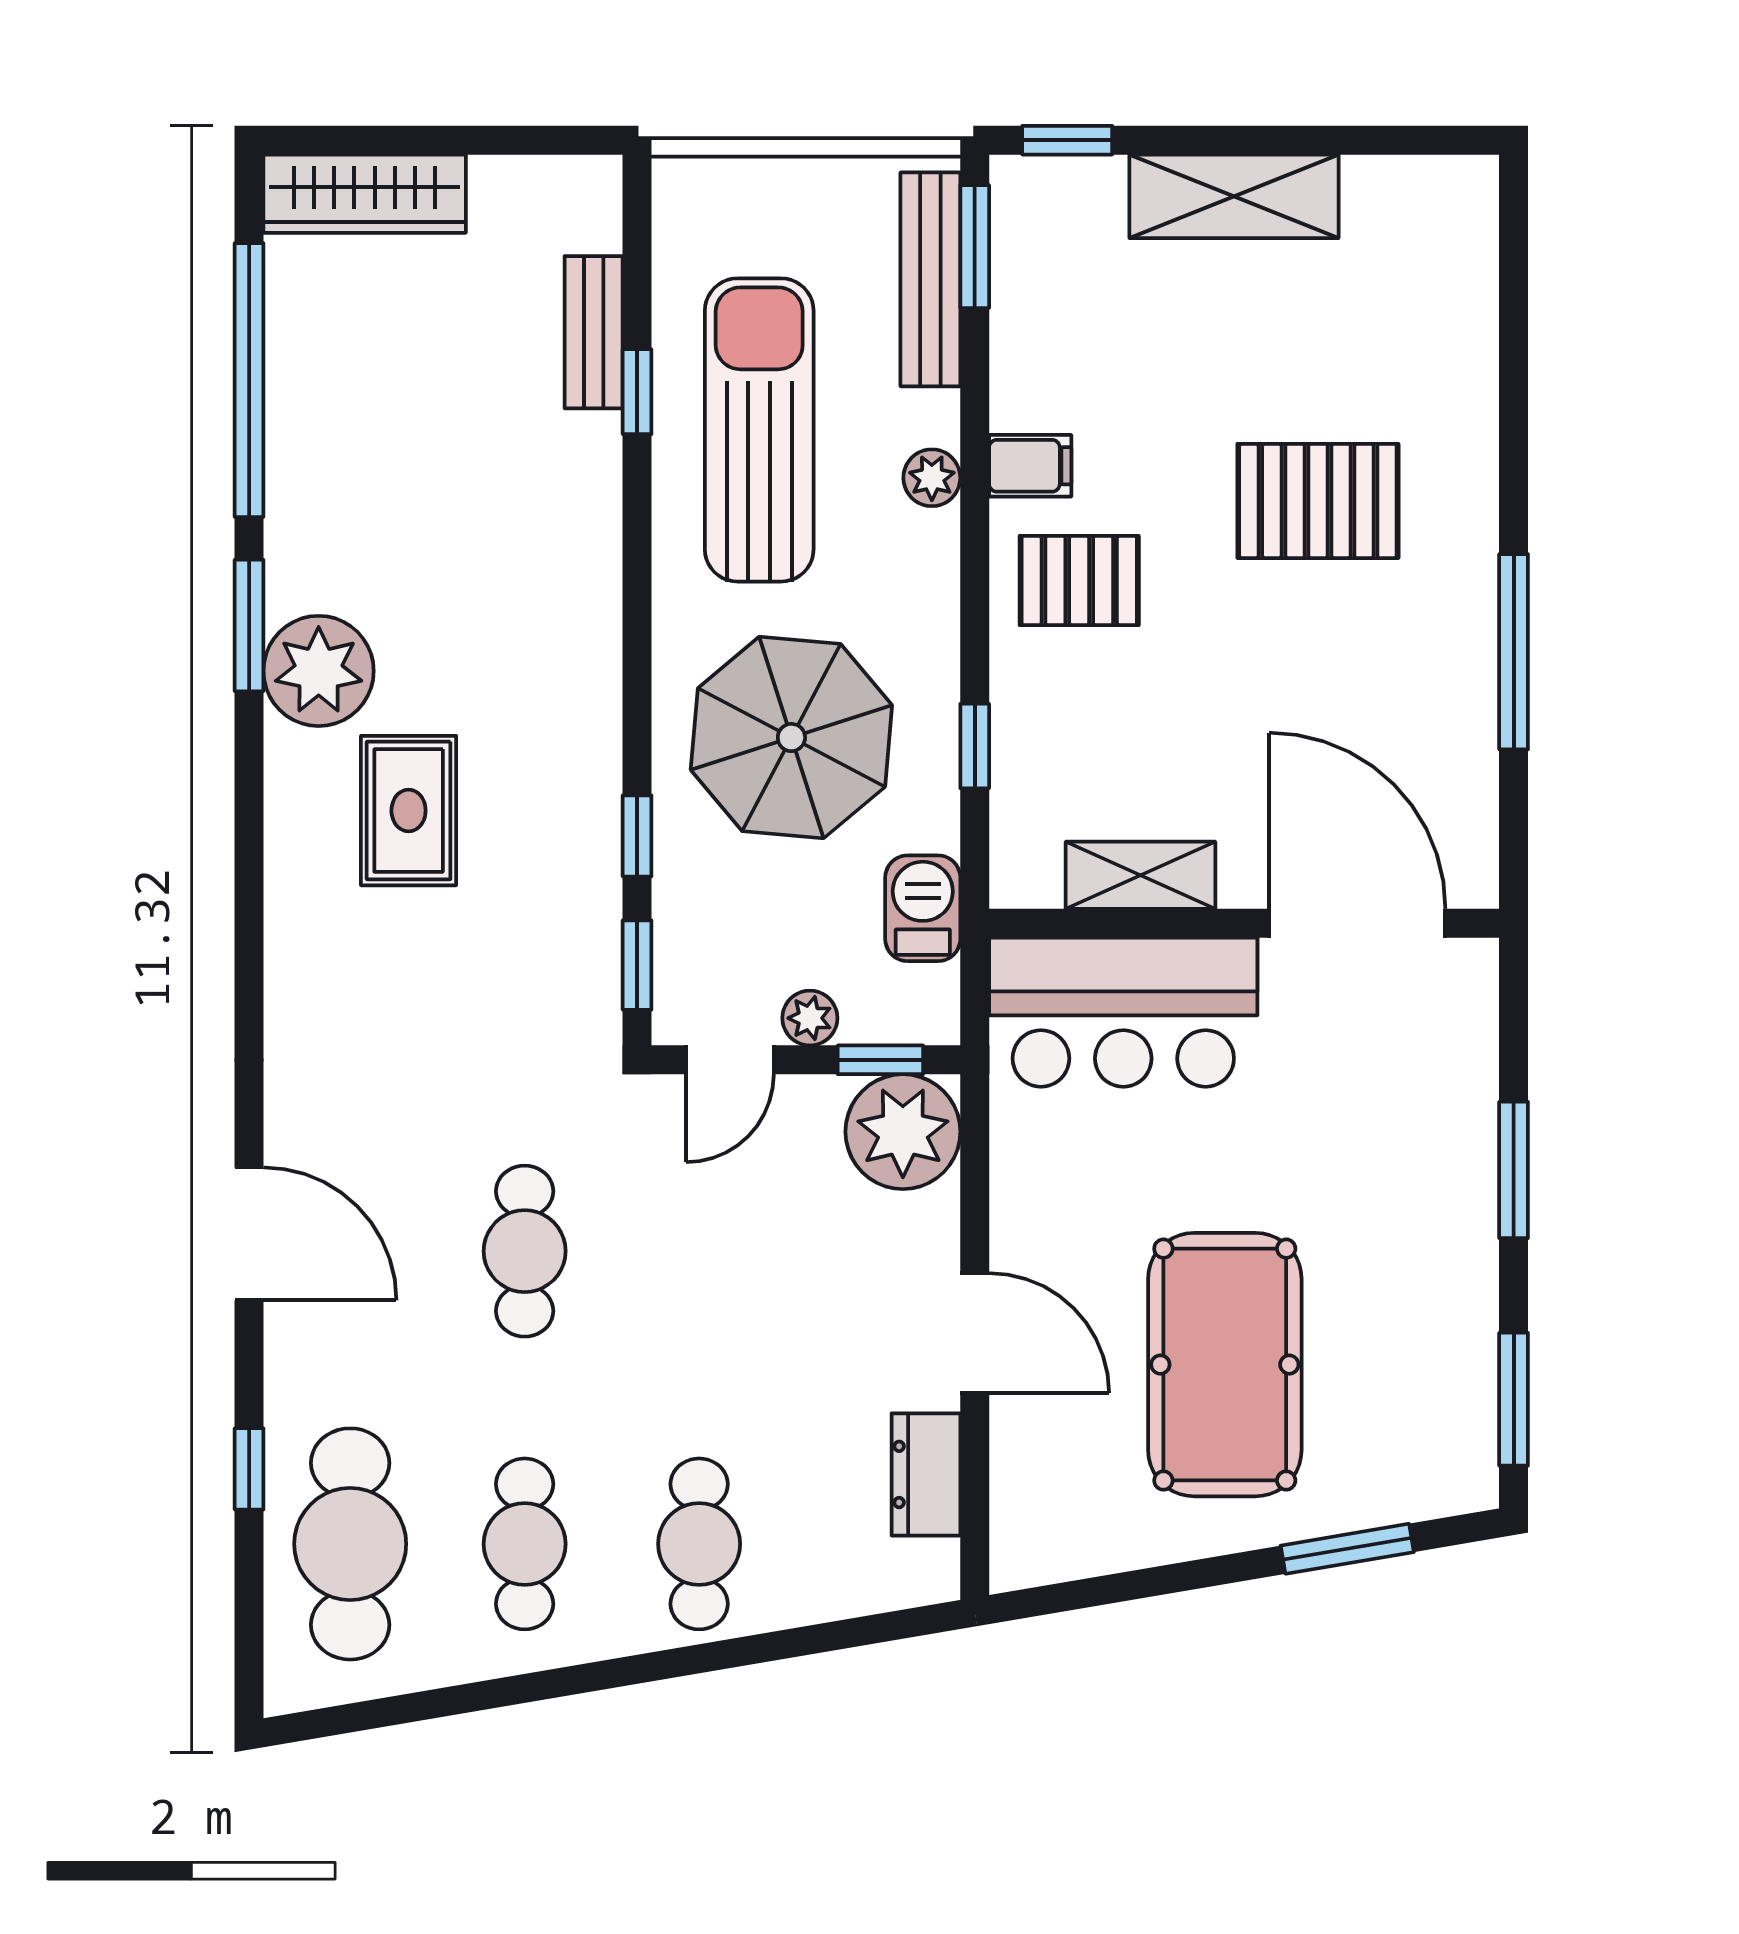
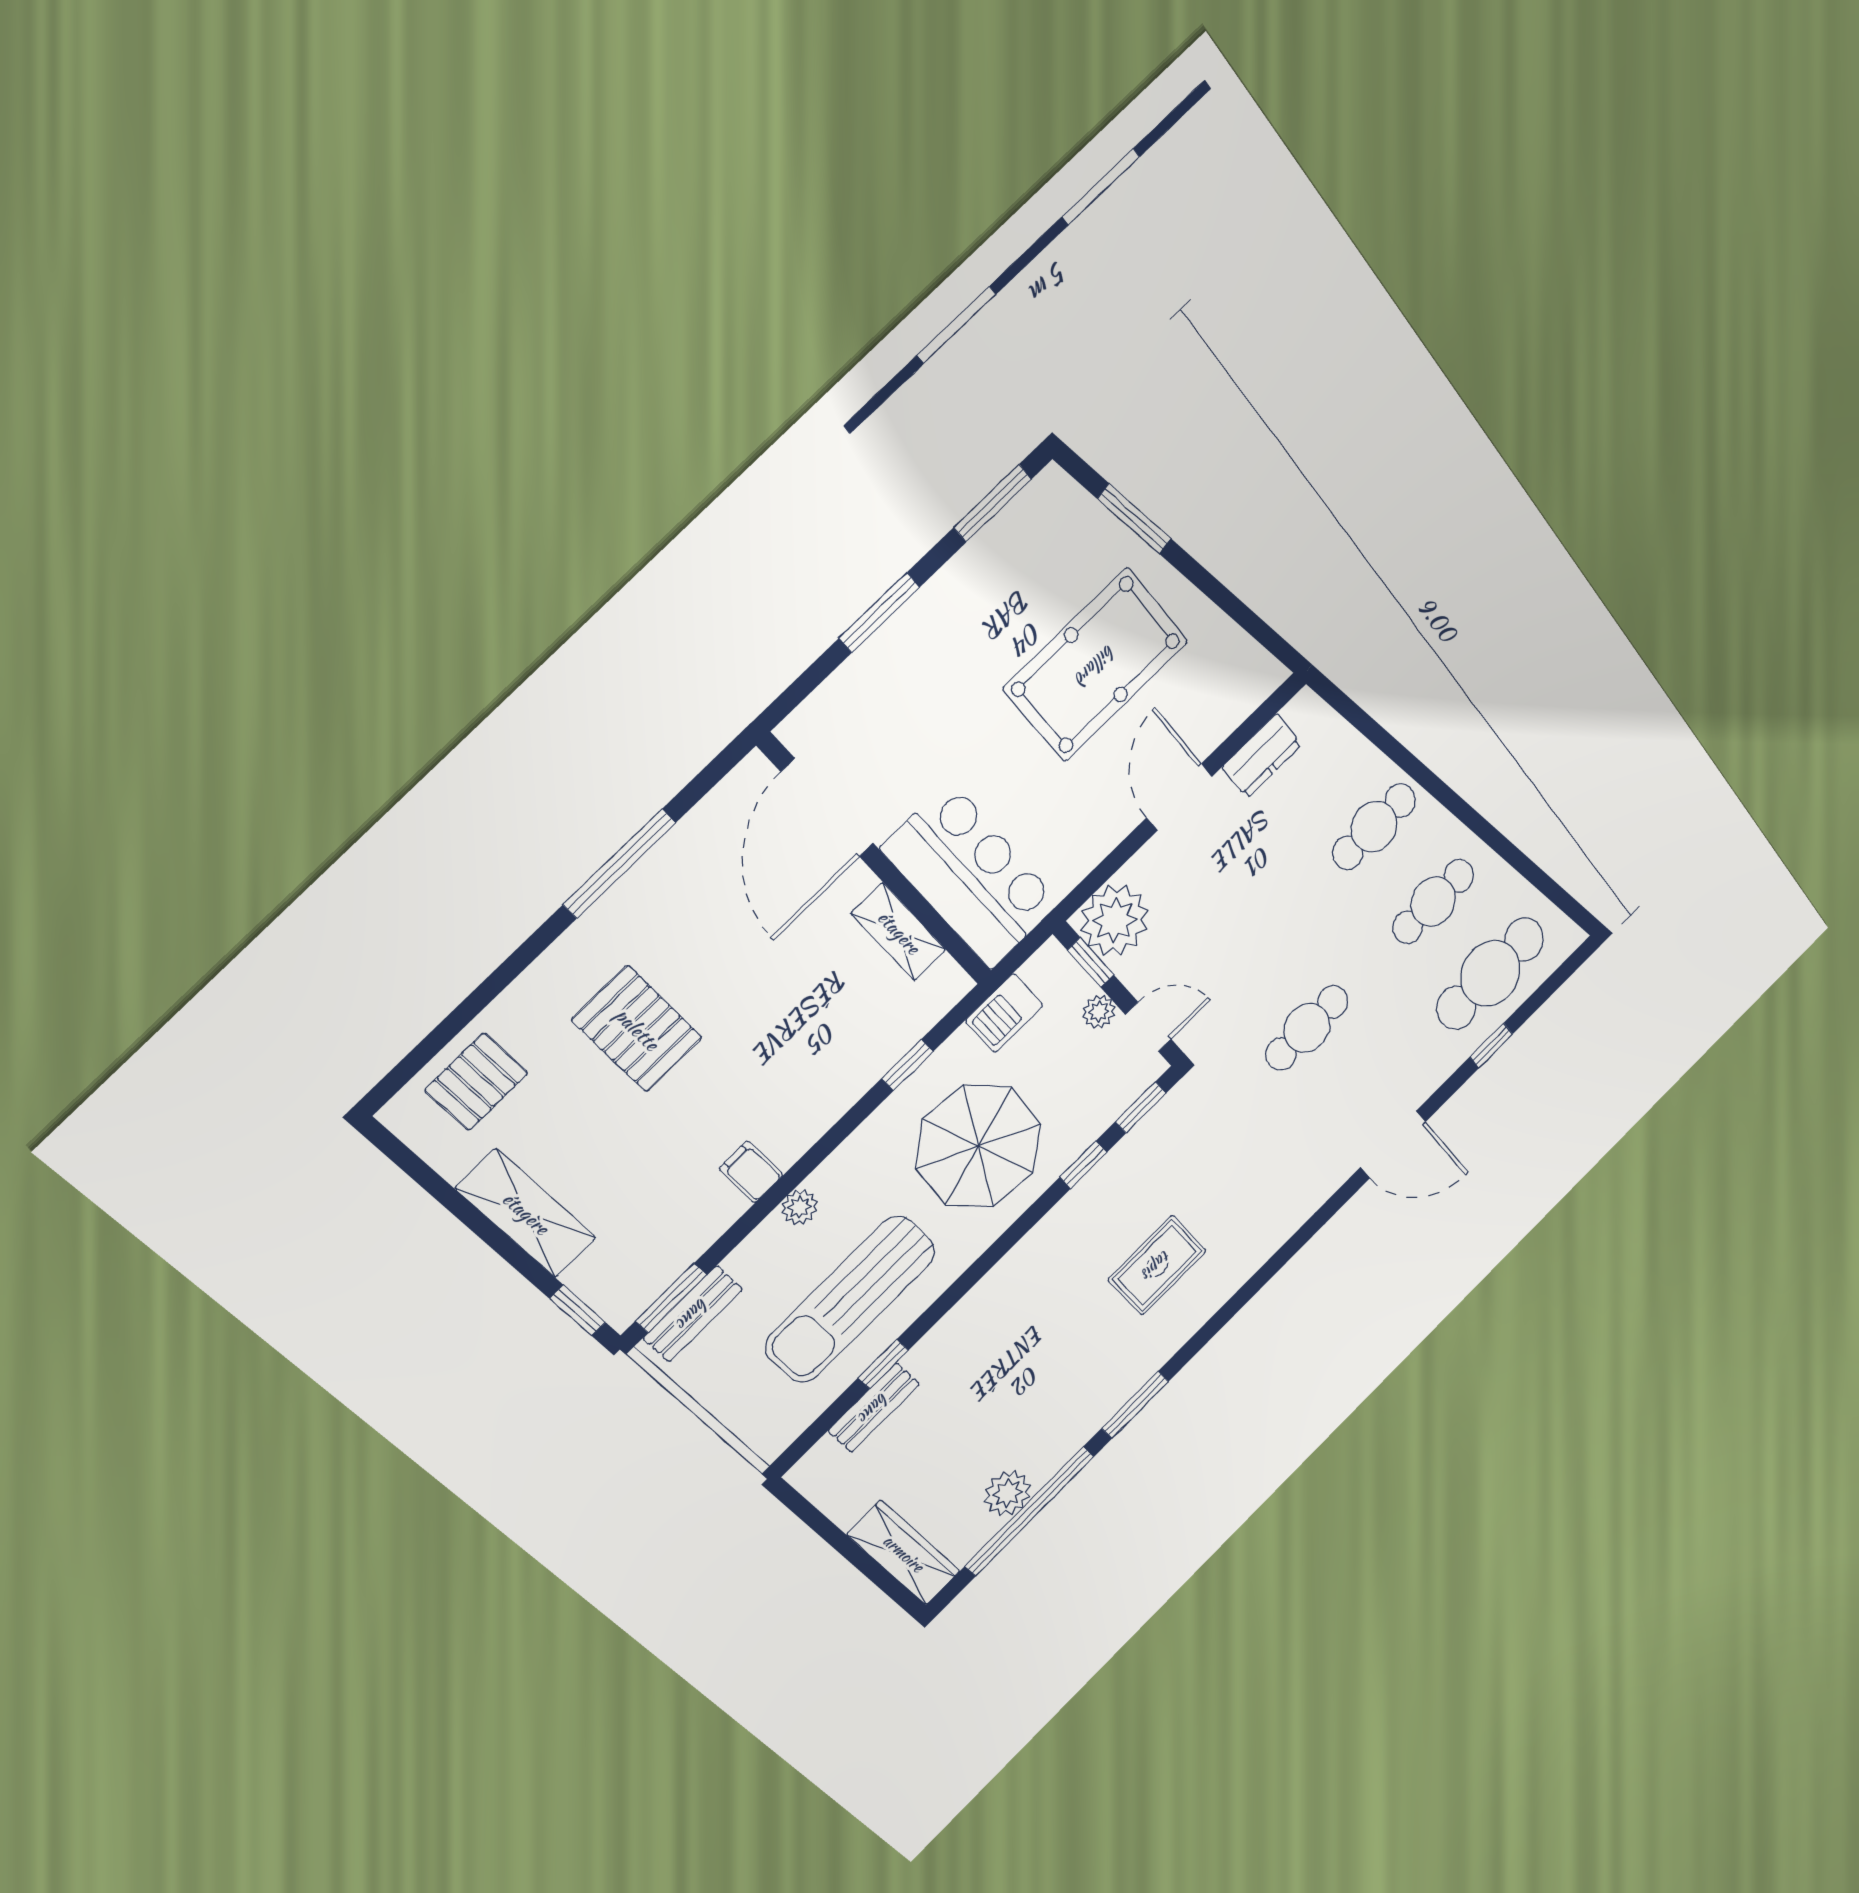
bench: (930, 279) -> (693, 1314), width x0.73
pallet: (1079, 580) -> (476, 1082), moved, turned 90
plant: (319, 671) -> (1008, 1493), moved, width x0.73, depth x0.73
door: (249, 1234) -> (1393, 1145), swing flipped

